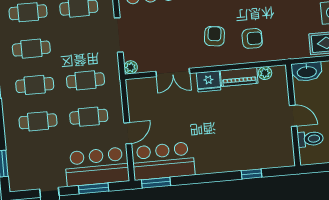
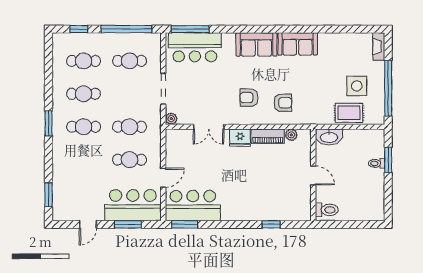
armchair: (214, 36) -> (249, 98), turned -98
cafe table: (38, 121) -> (84, 160), removed
toilet: (310, 139) -> (327, 210), moved

